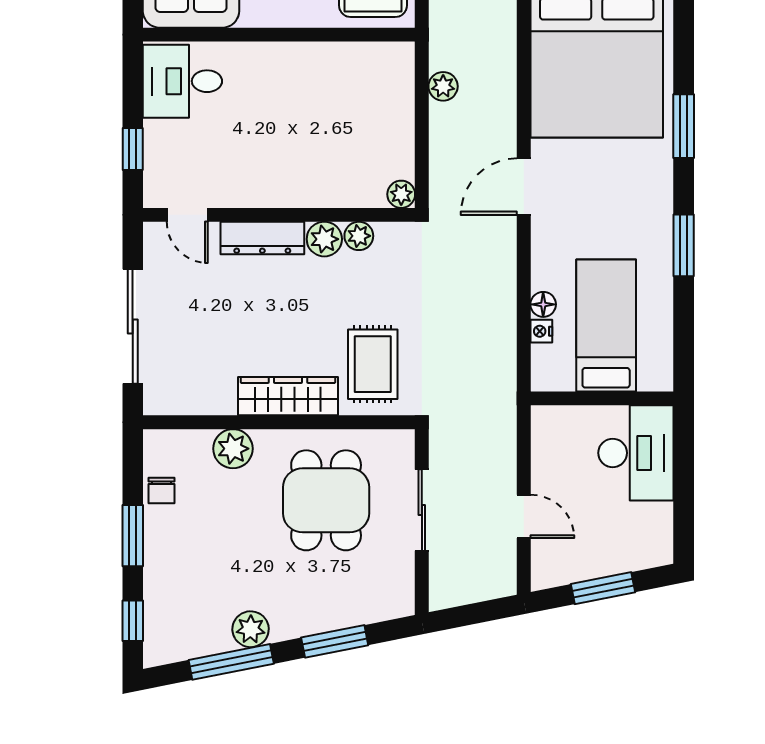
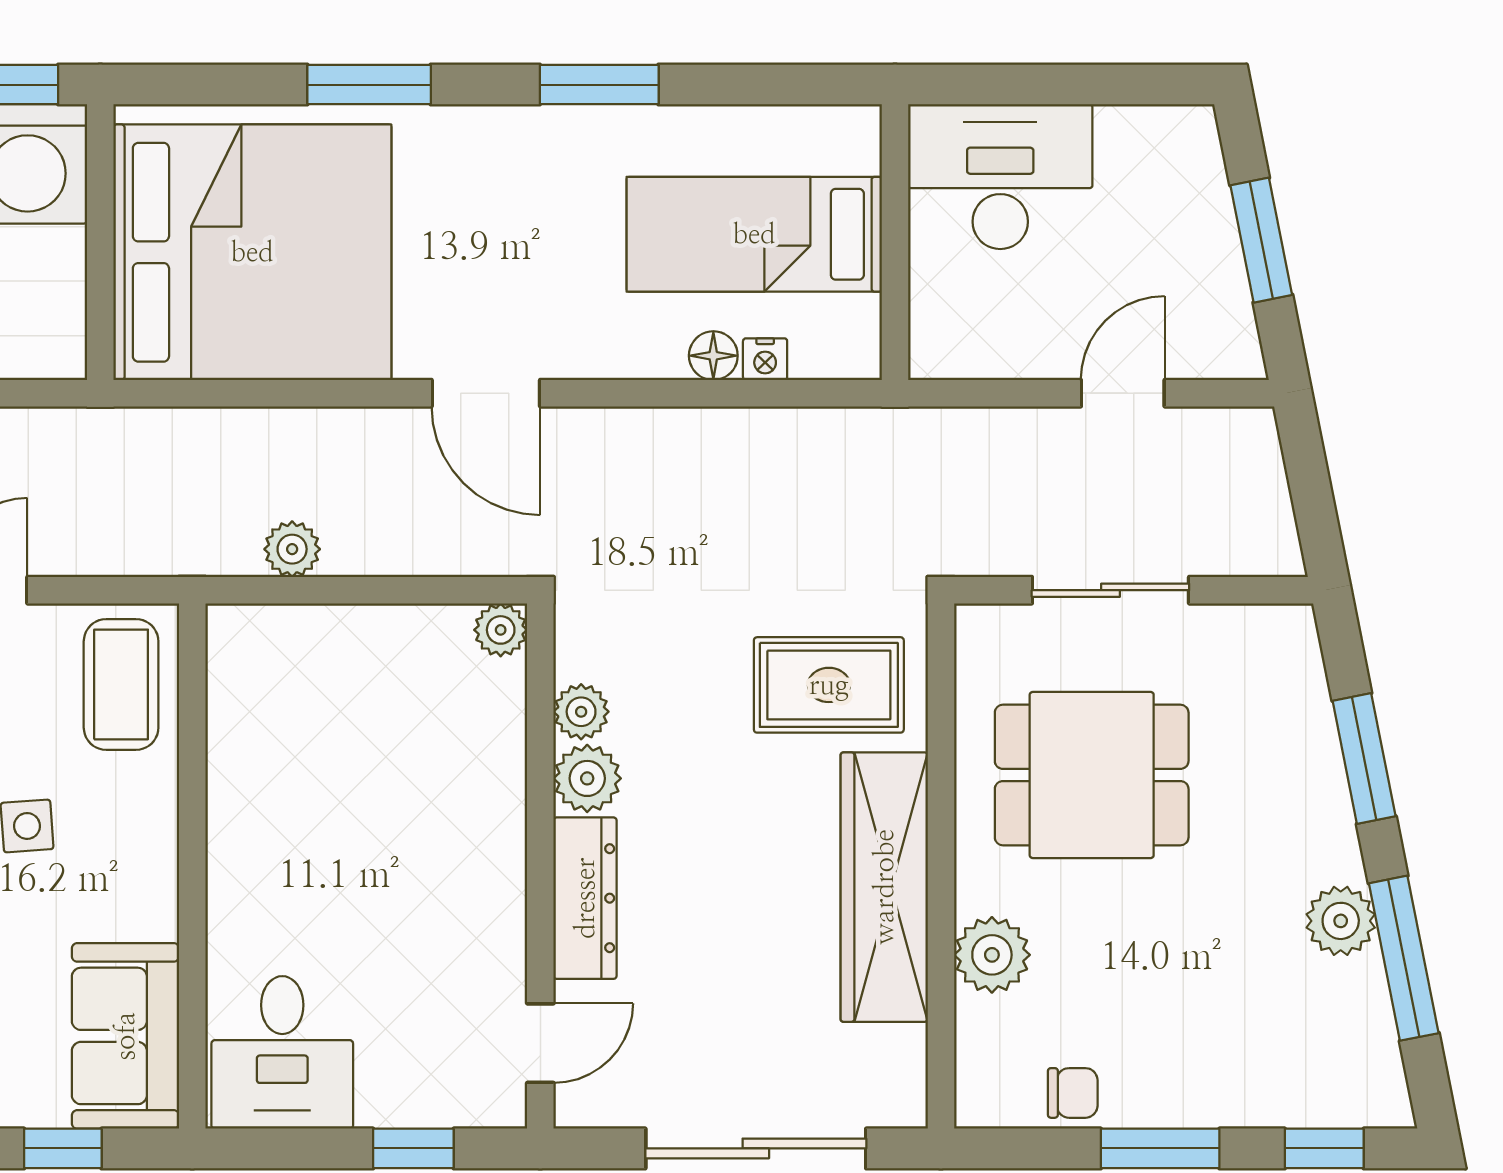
wardrobe: (288, 396) -> (884, 887), width x1.40, depth x1.17

